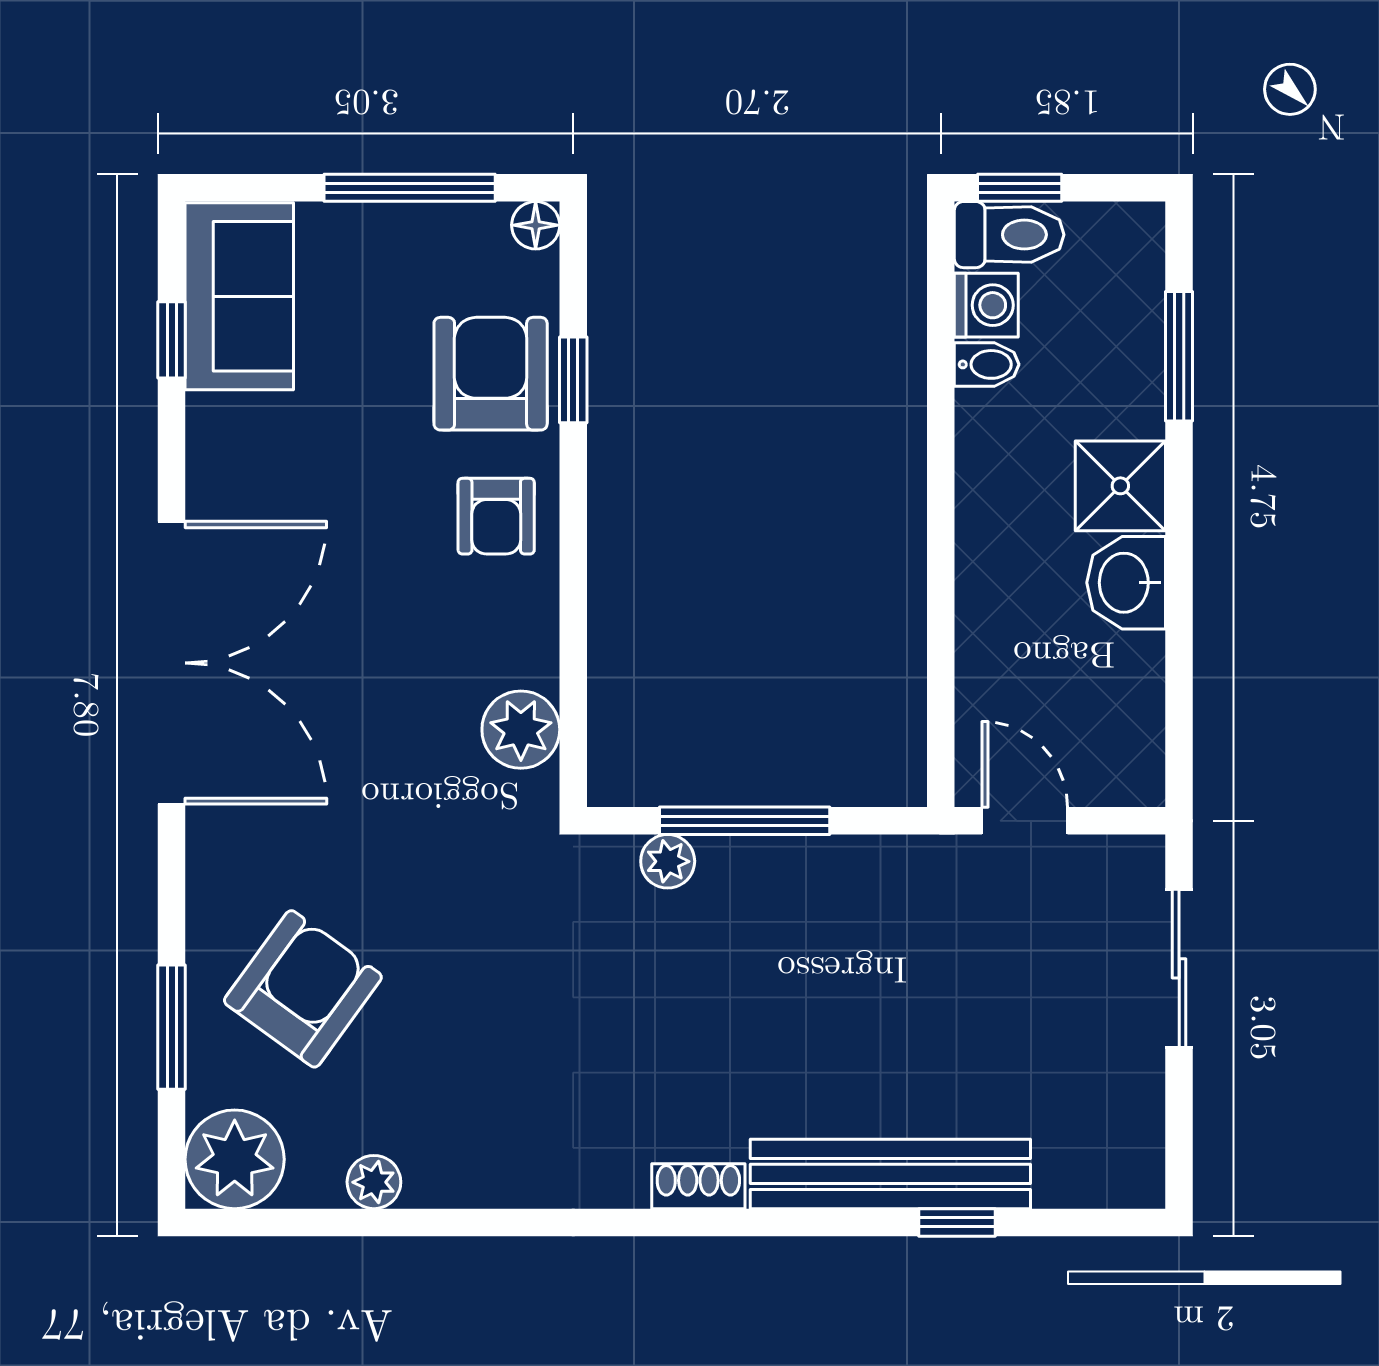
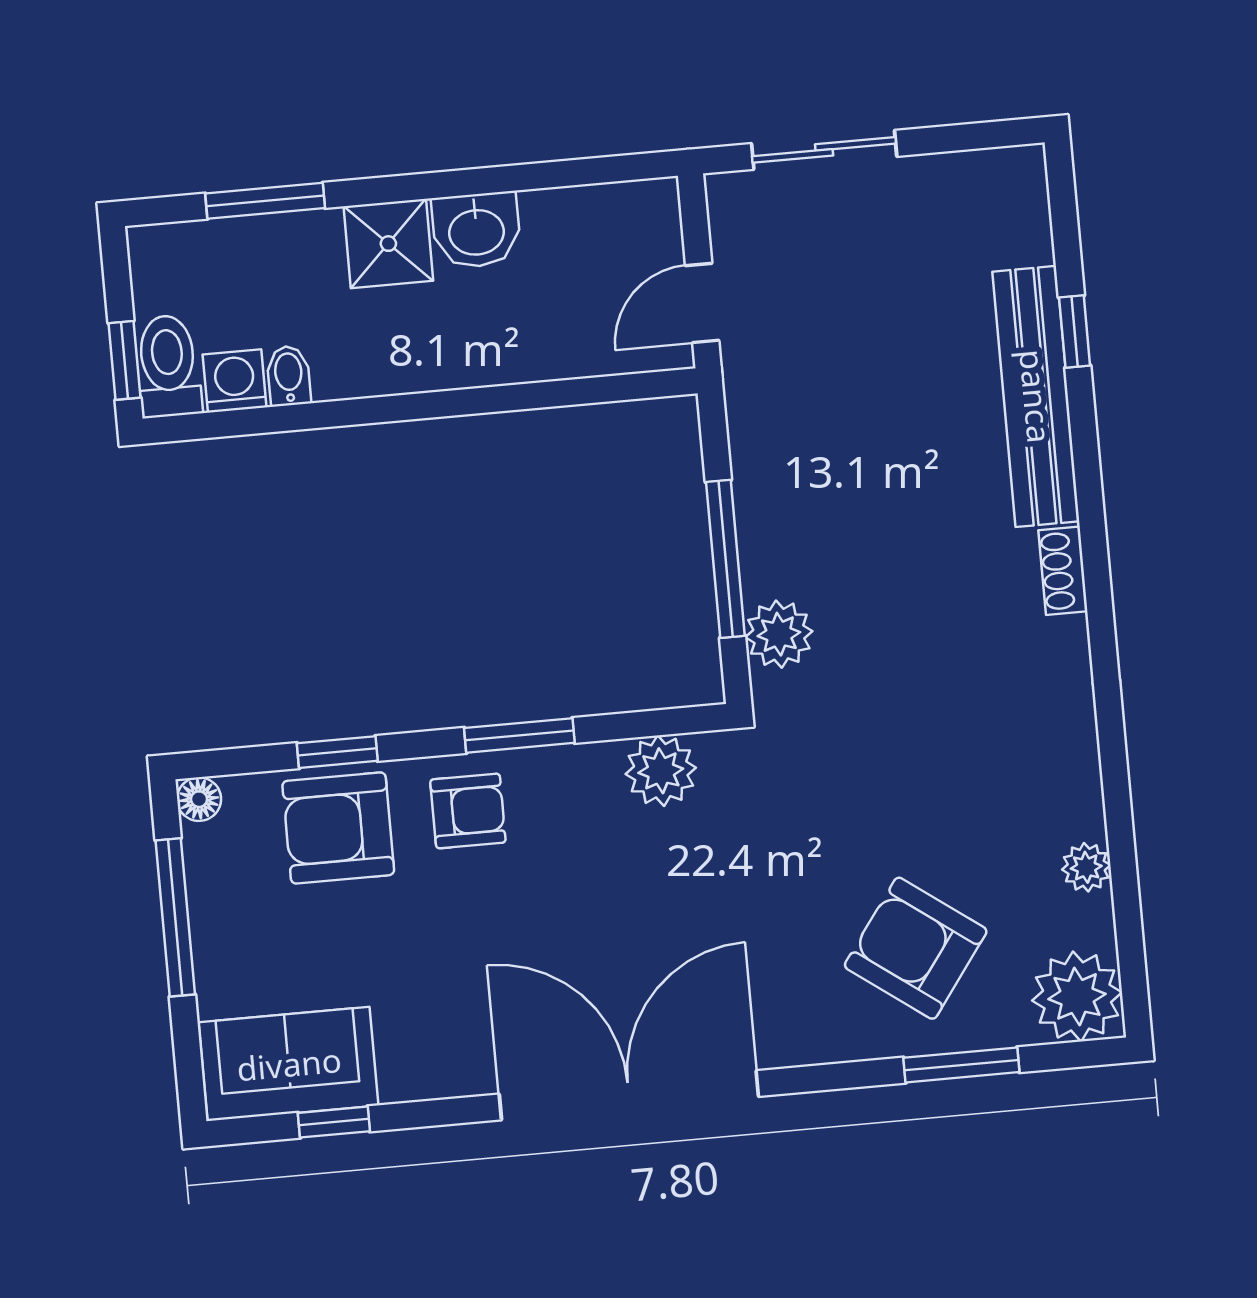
window: (573, 580) -> (519, 735), added
plant: (668, 861) -> (779, 634), width x1.38, depth x1.38

